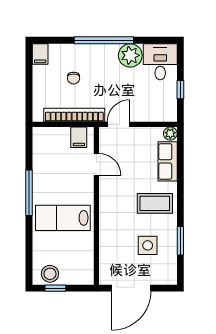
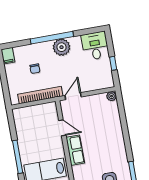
plant: (130, 55) -> (62, 47), moved
filing cabinet: (79, 137) -> (46, 111), removed
row of seats: (168, 161) -> (75, 150), moved, turned 180
coffee table: (155, 203) -> (109, 148), removed

